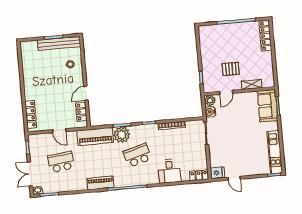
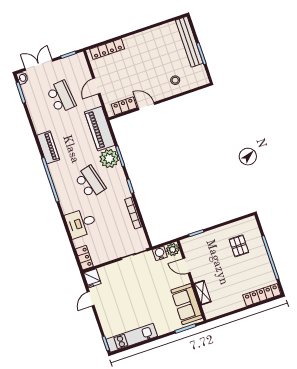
bench: (59, 43) -> (189, 42), moved
pallet: (231, 69) -> (239, 246), moved
sofa: (268, 106) -> (187, 304), moved, turned -90

